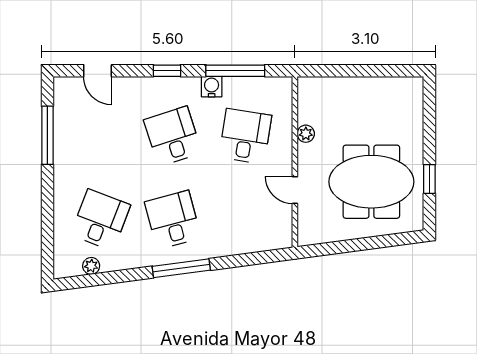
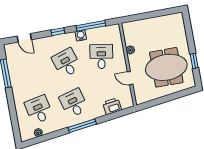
desk: (100, 220) -> (39, 110), turned -33
printer: (248, 240) -> (112, 106), added

